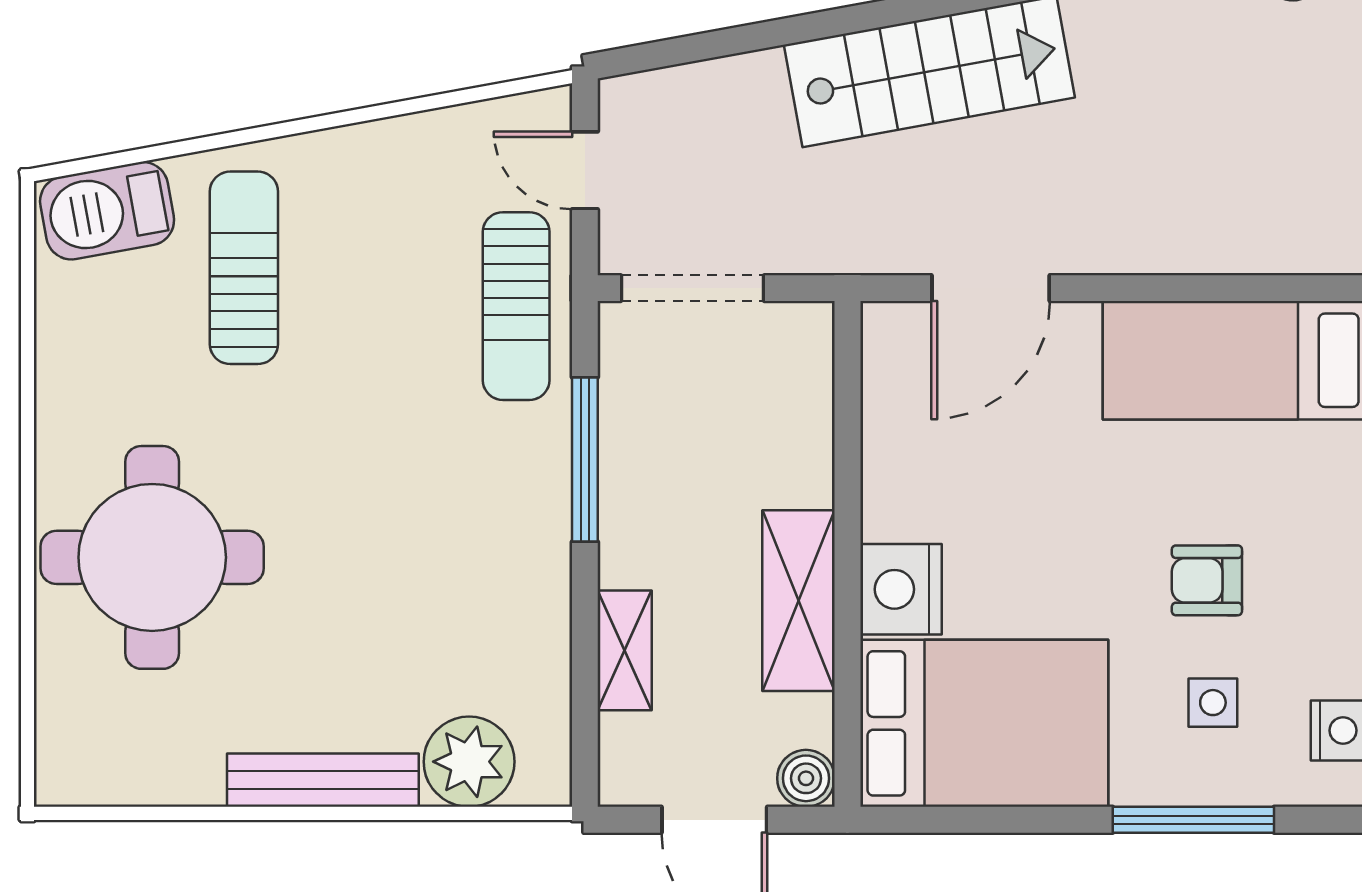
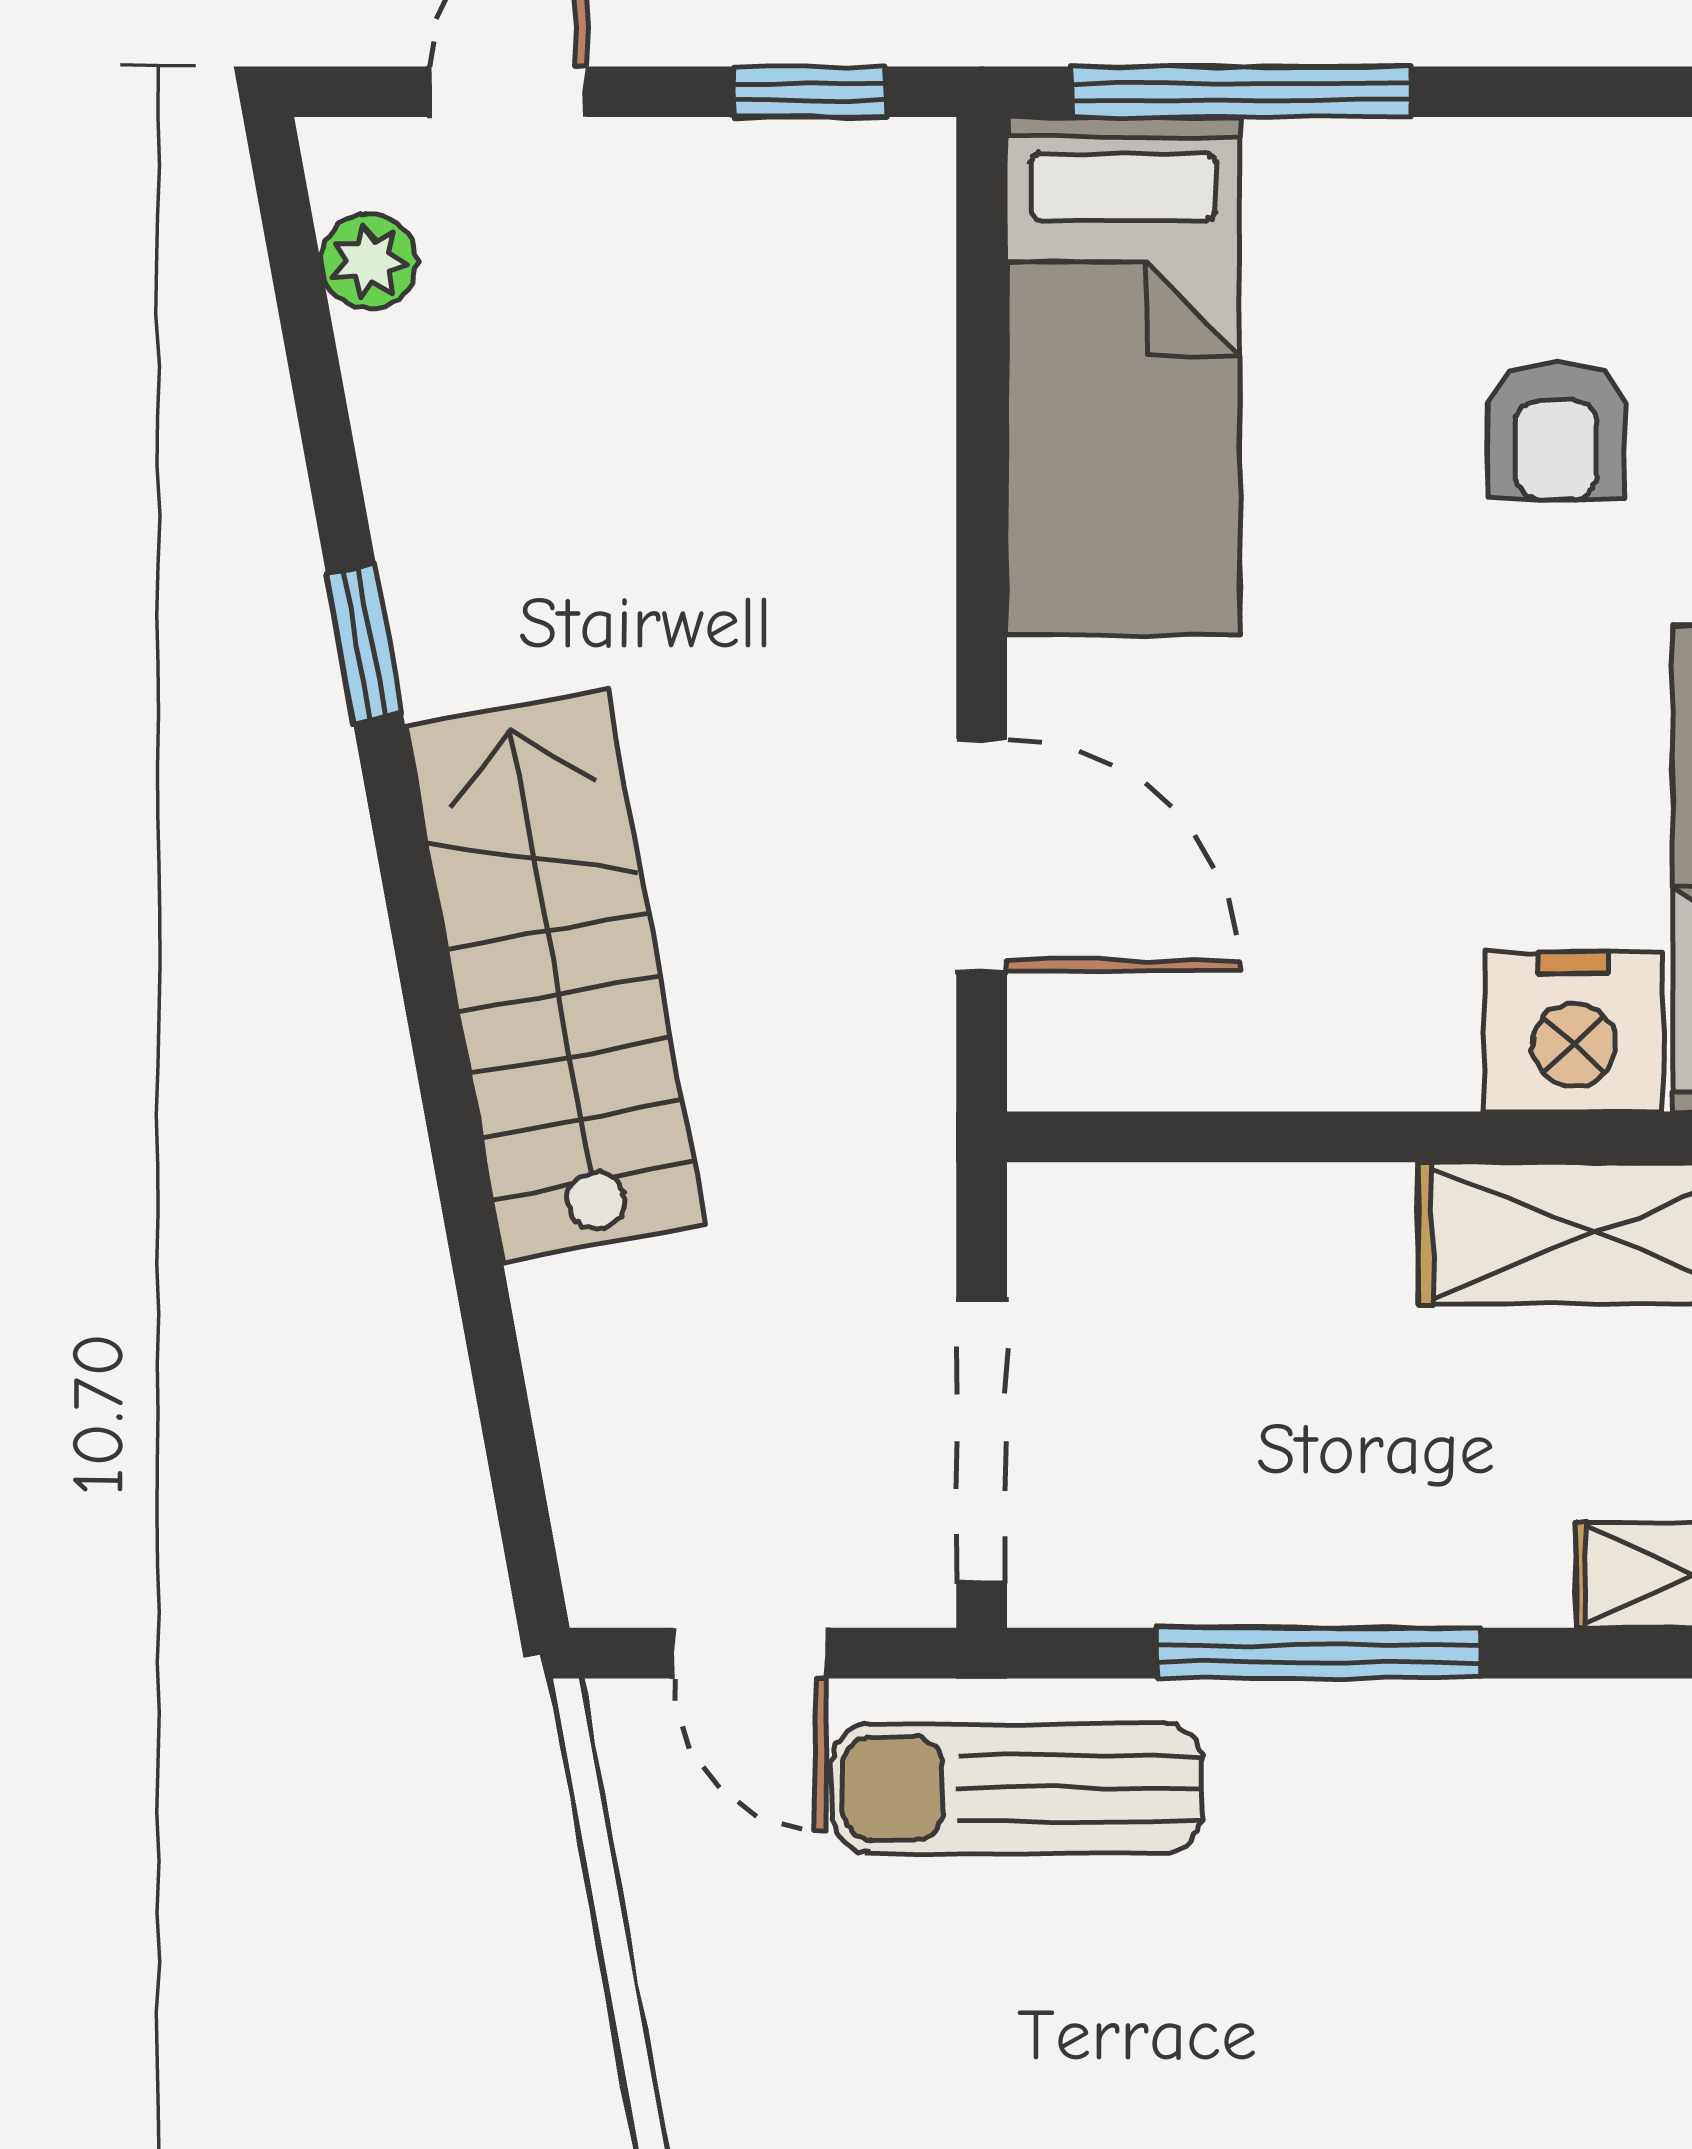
door: (585, 170) -> (750, 1653), hinge flipped
sun lounger: (516, 306) -> (1017, 1788), turned 180

